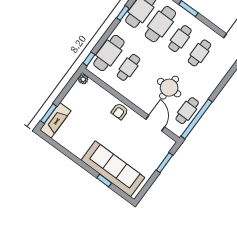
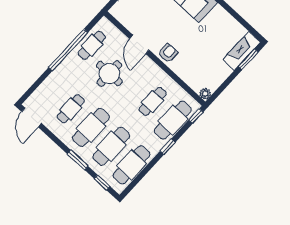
window: (123, 13) -> (168, 147), moved
cafe table: (180, 39) -> (91, 127), width x1.37, depth x1.35
window: (197, 119) -> (68, 50), moved
door: (155, 123) -> (139, 44), moved

